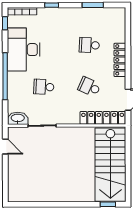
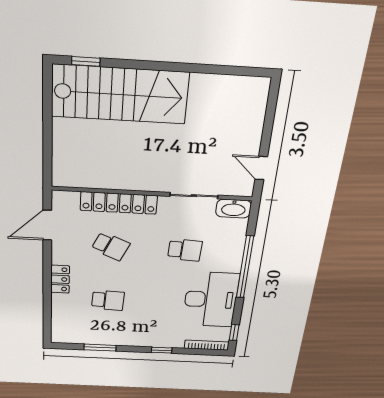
locker: (120, 60) -> (60, 279), width x0.66
locker: (103, 118) -> (119, 203), moved
stairs: (110, 165) -> (120, 94), moved, turned 90

